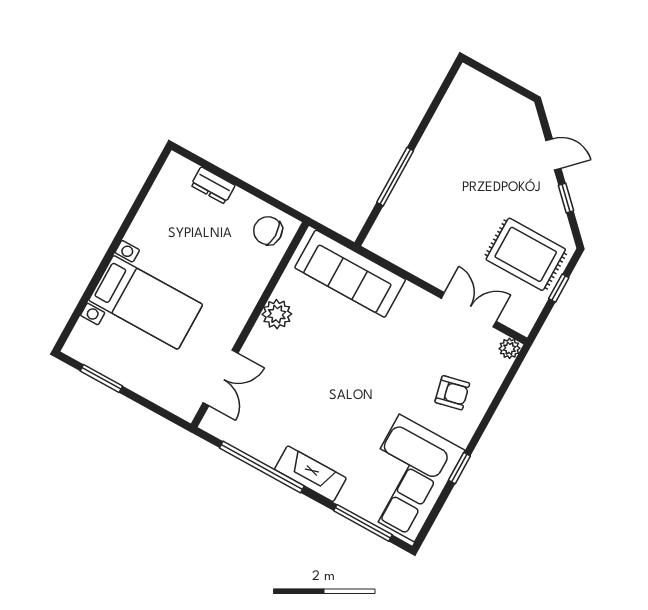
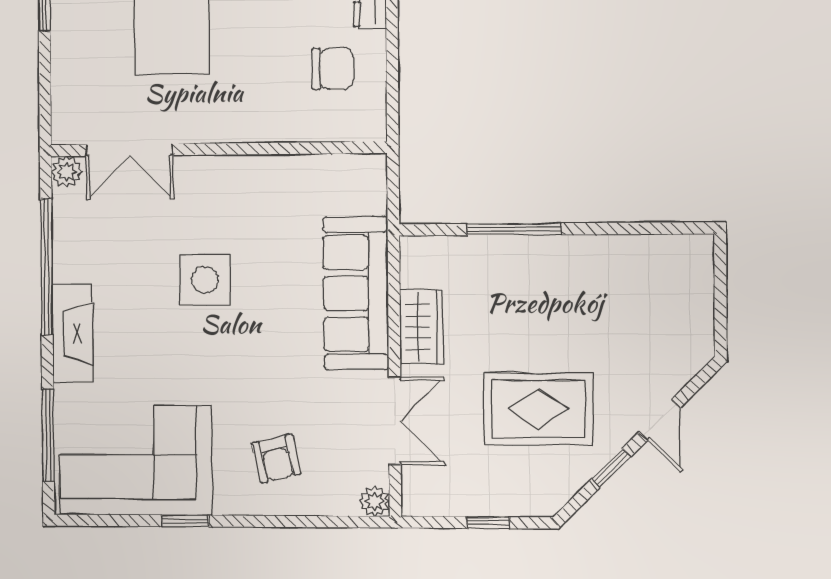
chair: (268, 231) -> (333, 69), moved, turned 90
rug: (526, 254) -> (538, 409), moved, turned 90
wardrobe: (422, 263) -> (421, 327), added
sofa: (350, 274) -> (356, 293), moved
plant: (277, 314) -> (67, 172), moved, width x0.73, depth x0.73
side table: (323, 376) -> (205, 280), added

